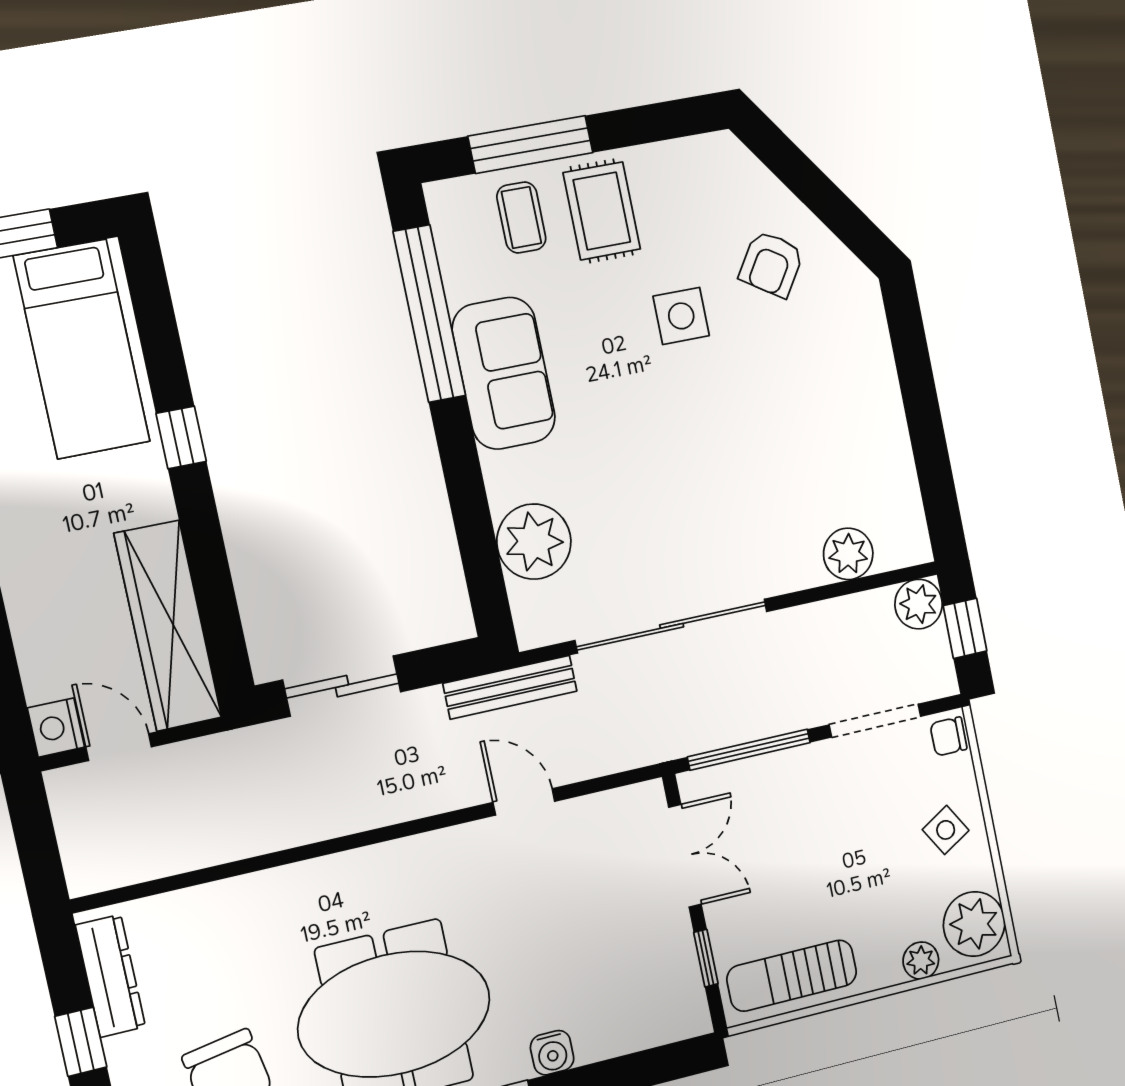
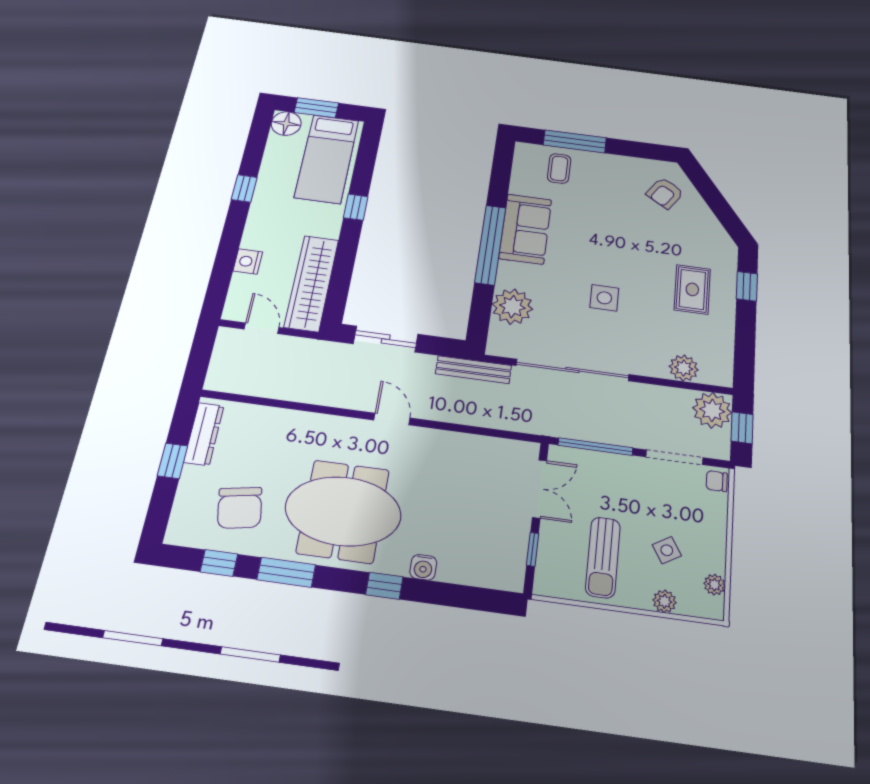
rug: (602, 211) -> (692, 289), moved
armchair: (771, 264) -> (665, 193), moved
window: (429, 314) -> (490, 245), moved
side table: (681, 316) -> (604, 298), moved
window: (911, 355) -> (747, 286), added
plant: (919, 604) -> (712, 410), width x1.36, depth x1.36
nightstand: (56, 728) -> (248, 261), moved
door: (524, 802) -> (392, 419), moved
side table: (946, 830) -> (667, 550), moved
plant: (974, 924) -> (714, 585), width x0.53, depth x0.53
sun lounger: (792, 976) -> (603, 557), moved, turned -90

